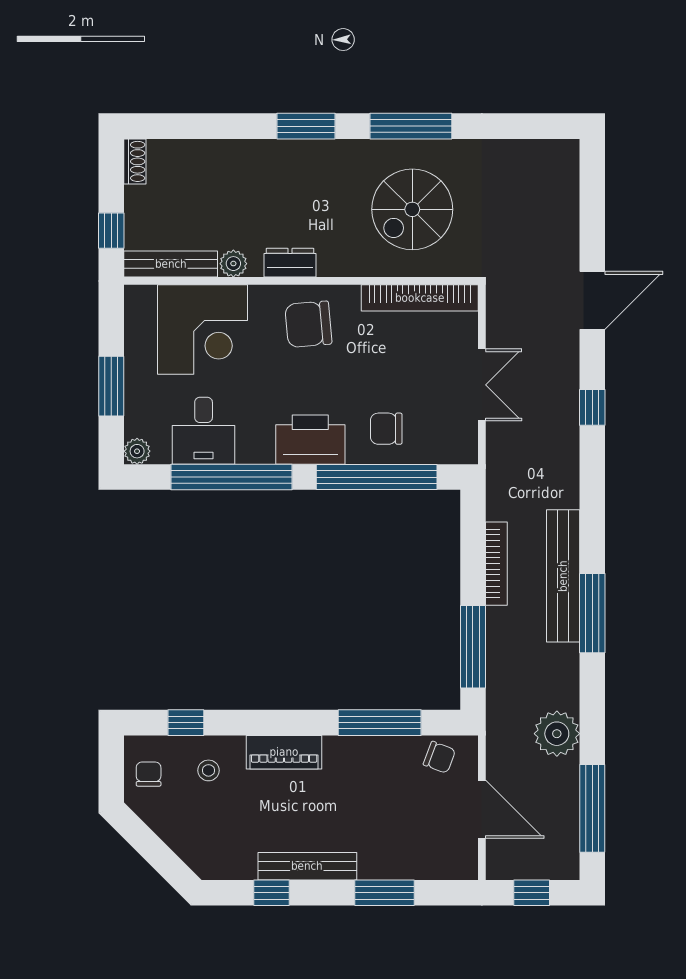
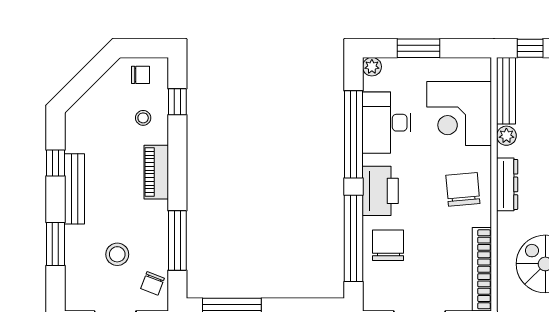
dresser: (290, 263) -> (507, 184), width x1.44
chair: (386, 429) -> (388, 245), width x1.37, depth x1.37
desk: (204, 431) -> (387, 123), width x1.37
stool: (399, 806) -> (117, 254), added

